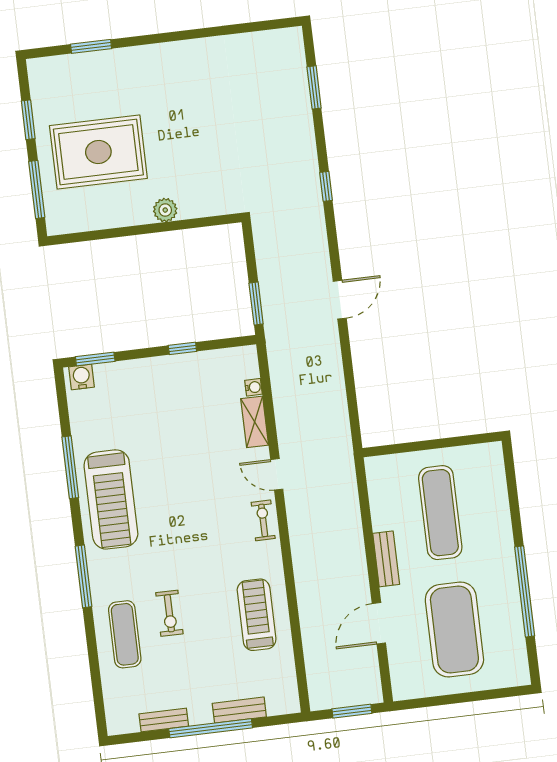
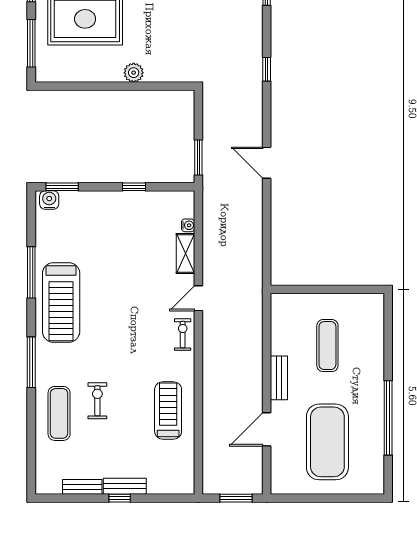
door: (340, 300) -> (267, 163), swing flipped
door: (277, 474) -> (198, 298), hinge flipped
exercise mat: (440, 513) -> (327, 346), width x0.73, depth x0.69
exercise bike: (169, 613) -> (97, 401), turned 180
bench: (239, 710) -> (125, 486), moved
window: (211, 728) -> (120, 498), width x0.32

